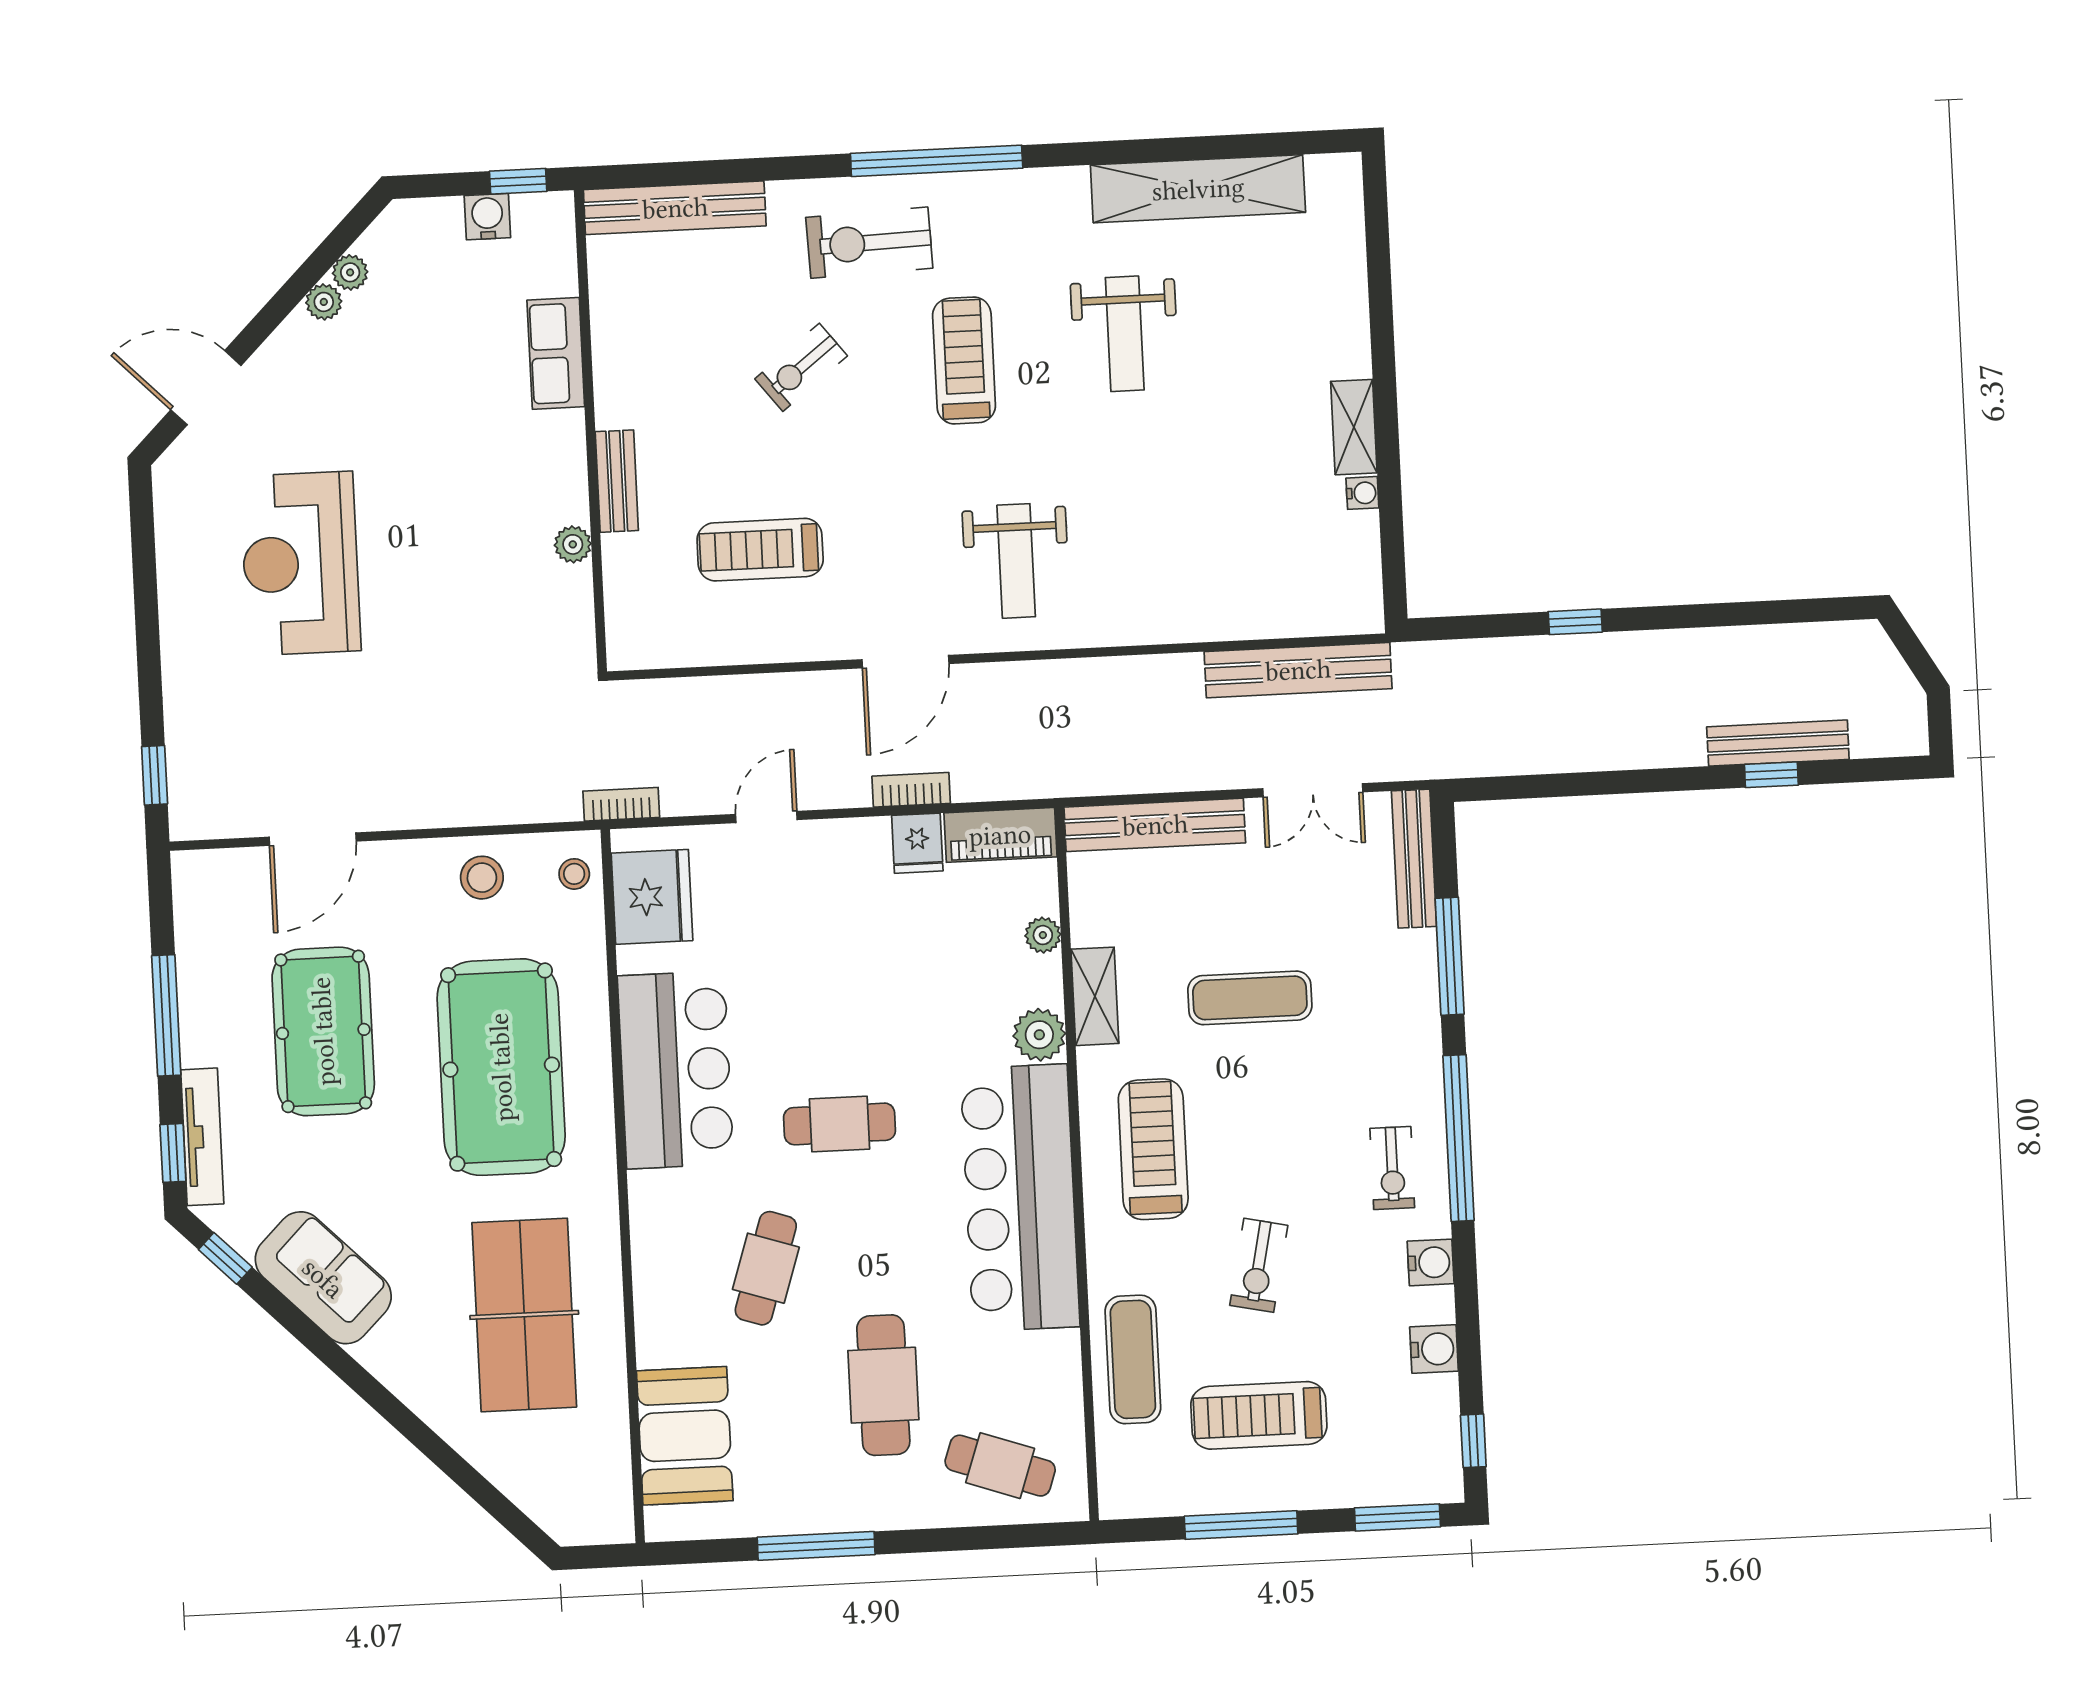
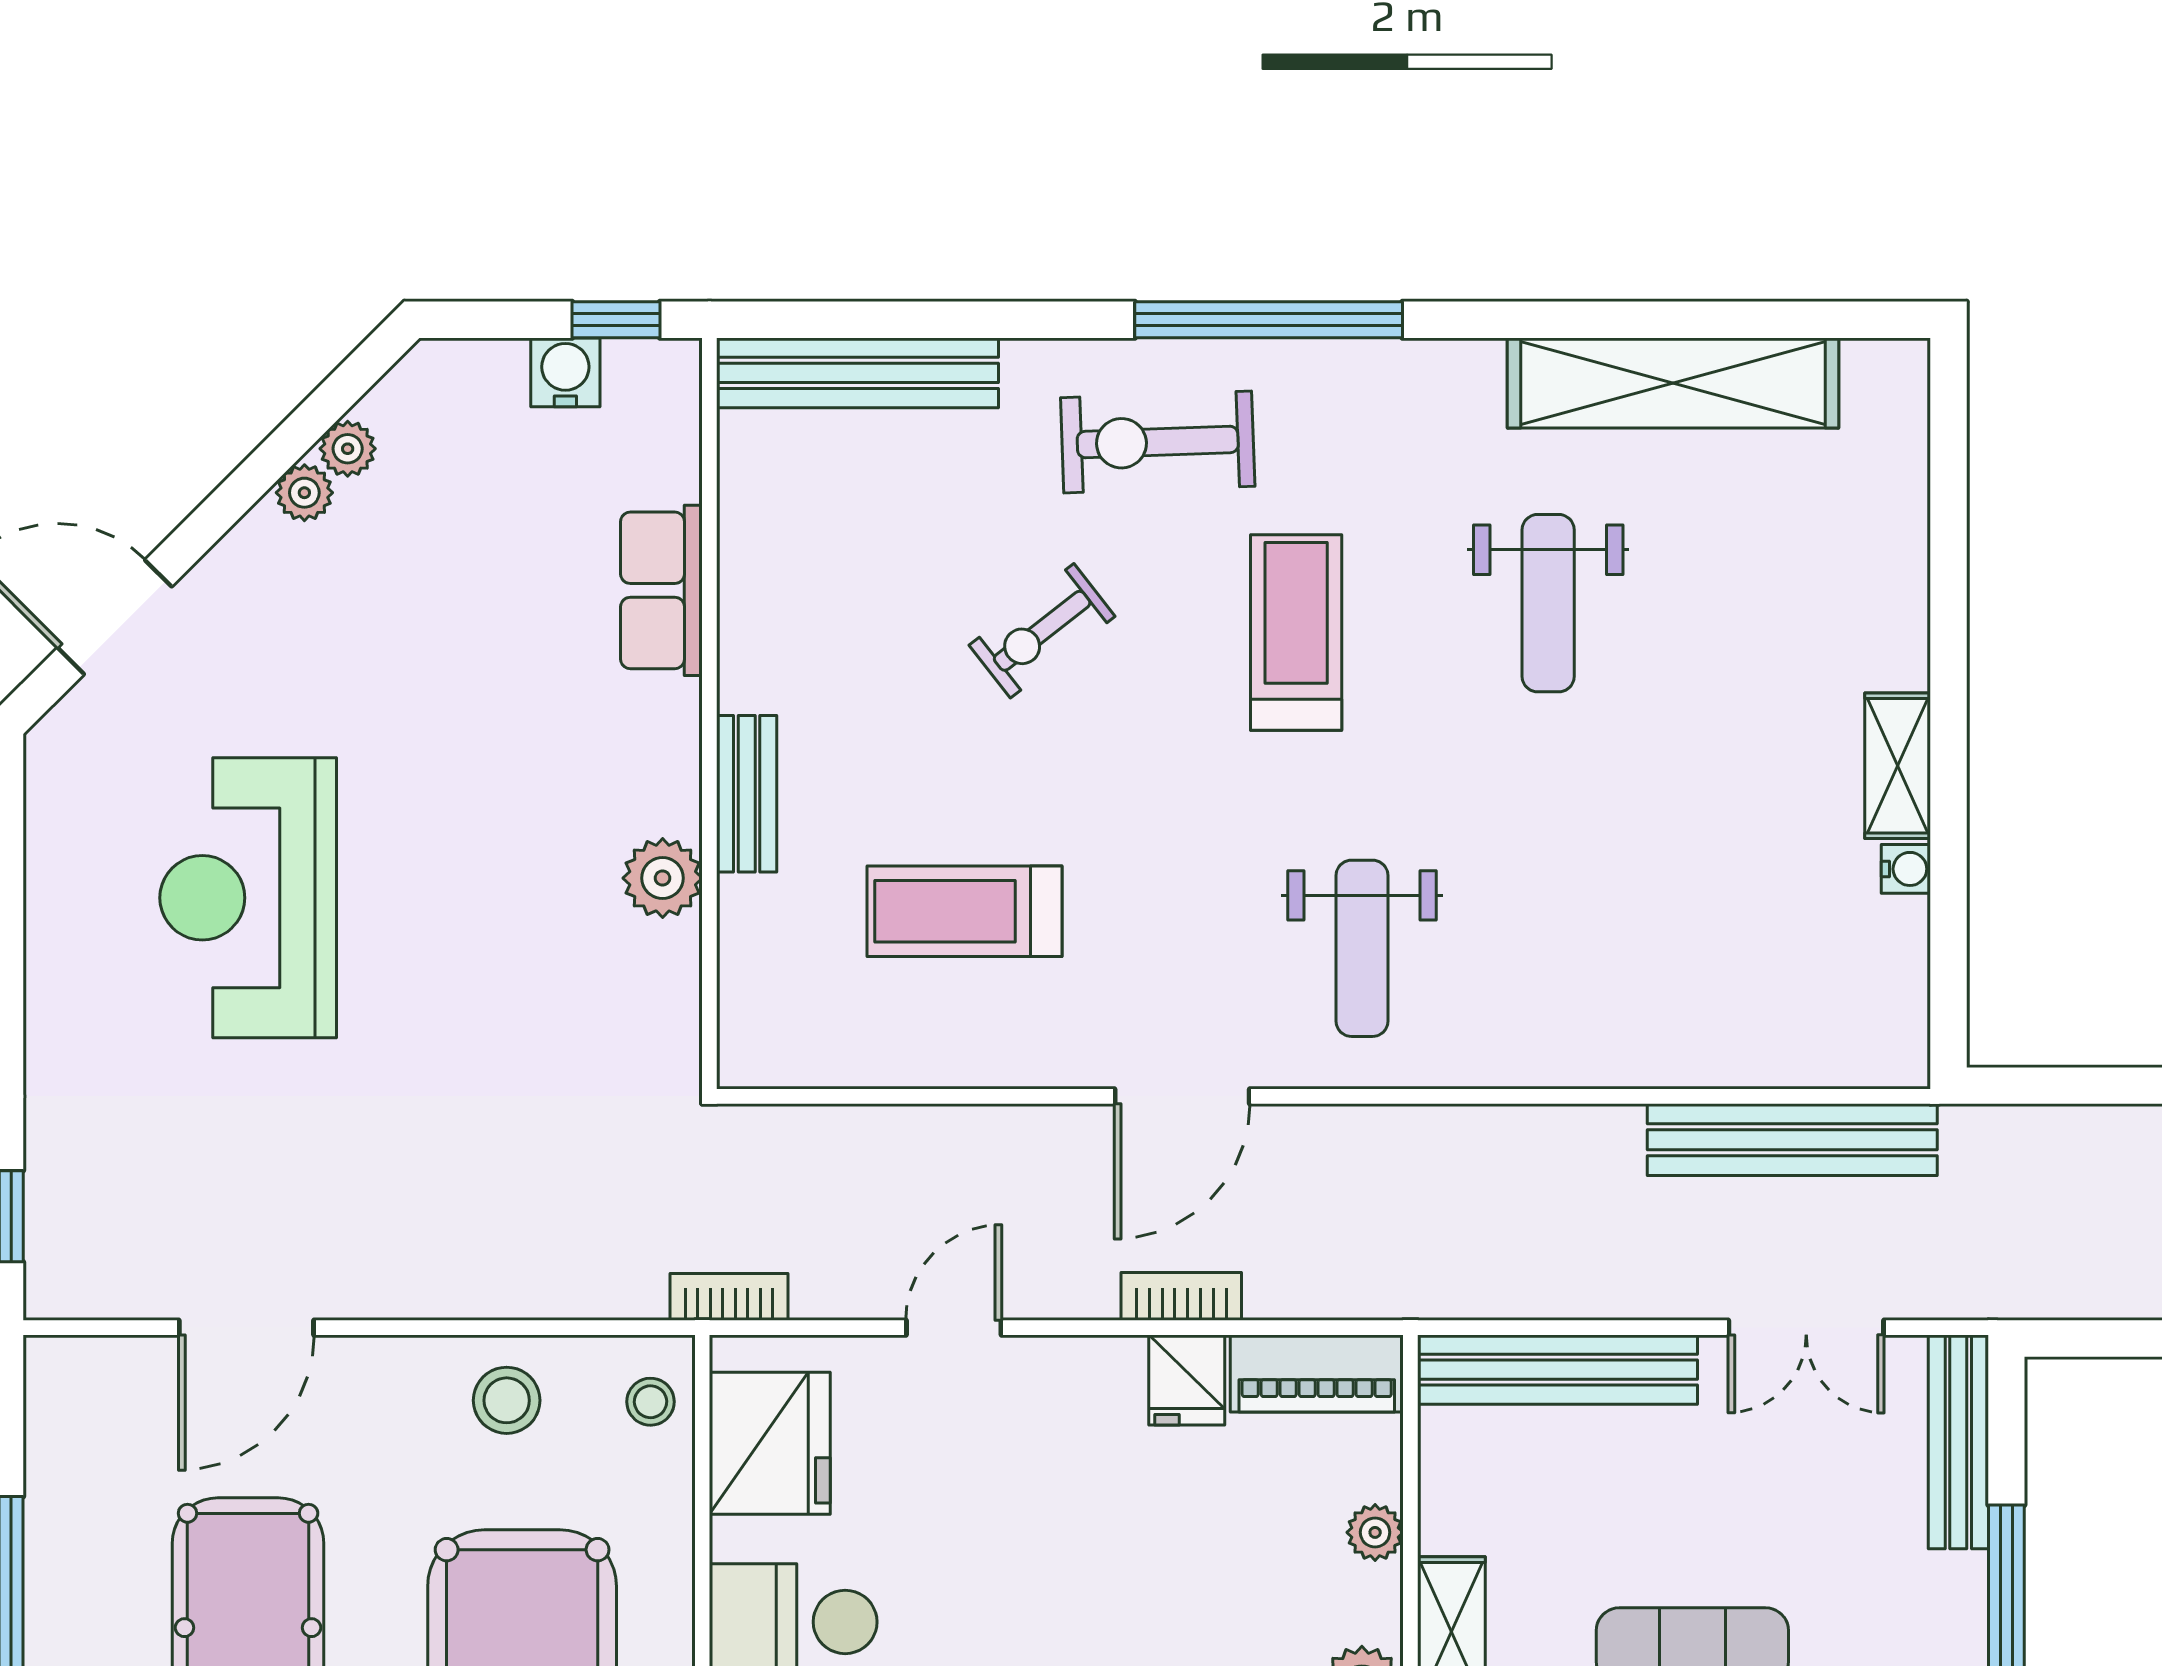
plant: (573, 544) -> (663, 878), width x1.38, depth x1.38

